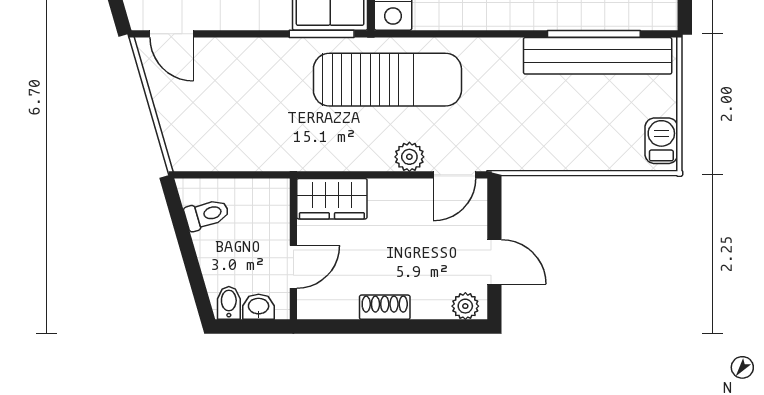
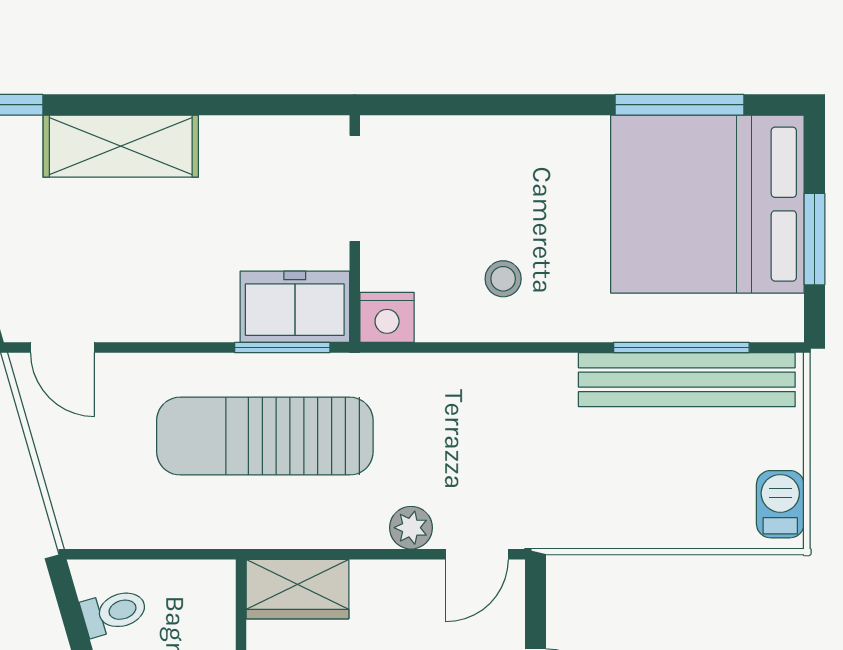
sun lounger: (387, 80) -> (265, 436), moved, turned 180

